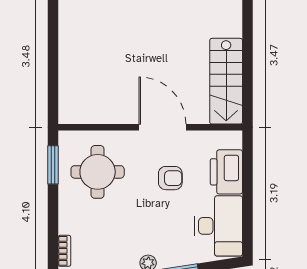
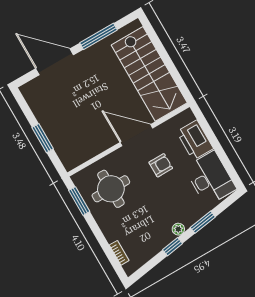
window: (53, 68) -> (43, 138), added
stairs: (226, 81) -> (149, 74), width x1.36, depth x1.51

